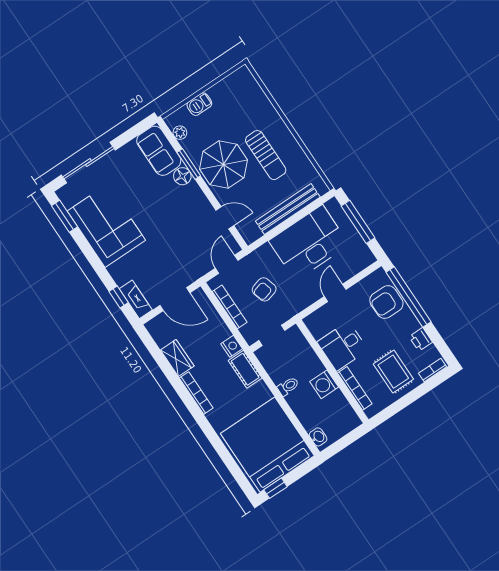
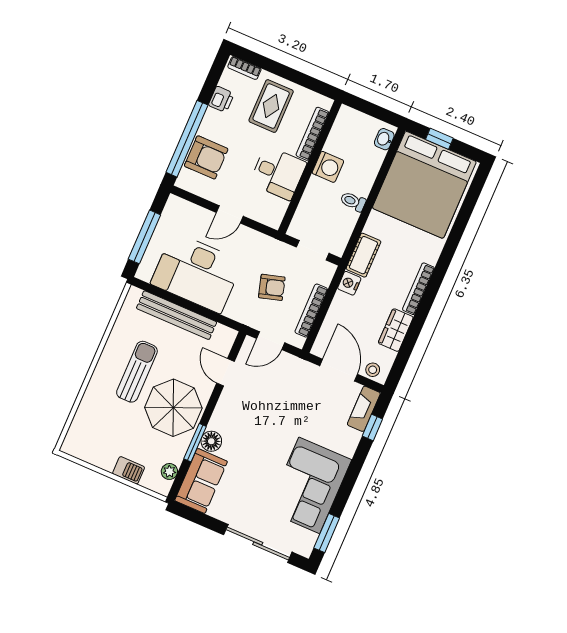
stool: (159, 324) -> (373, 370), added
window: (276, 488) -> (439, 139), moved

